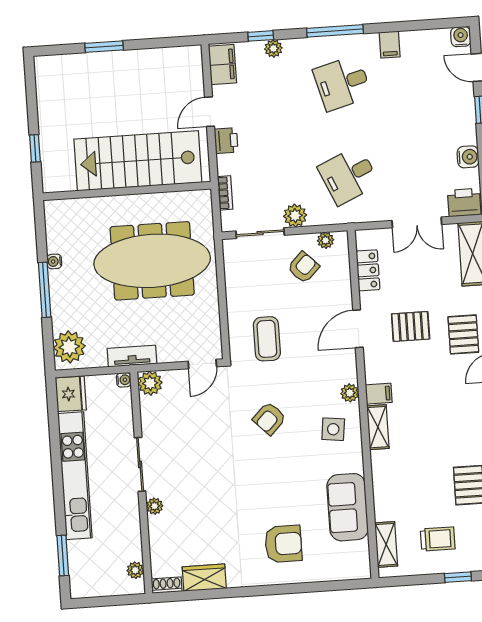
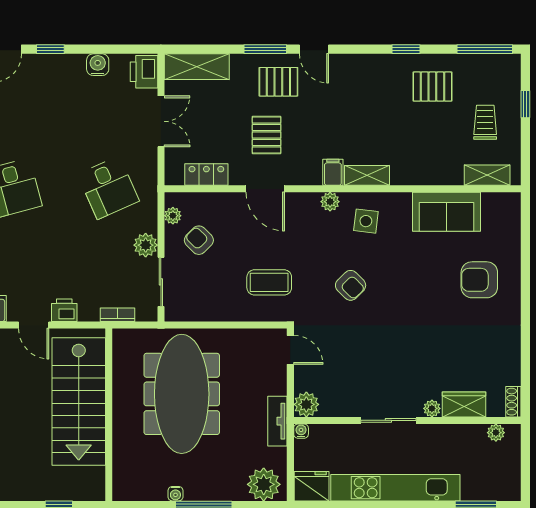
armchair: (283, 544) -> (479, 280), turned -90
wardrobe: (204, 578) -> (464, 404), moved, turned 90

